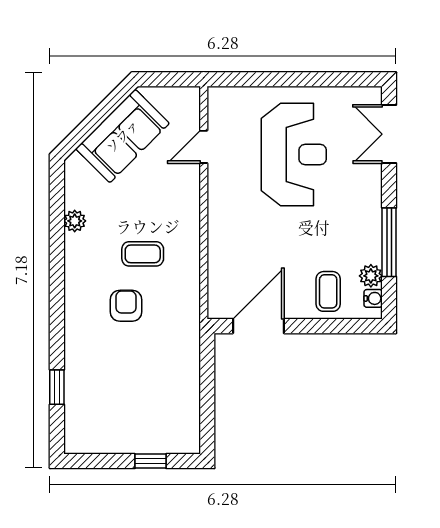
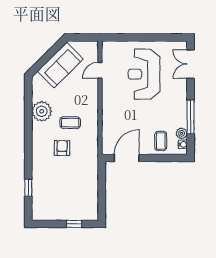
reception desk: (294, 154) -> (144, 74), turned 180
plant: (75, 221) -> (42, 111), width x1.87, depth x1.87

